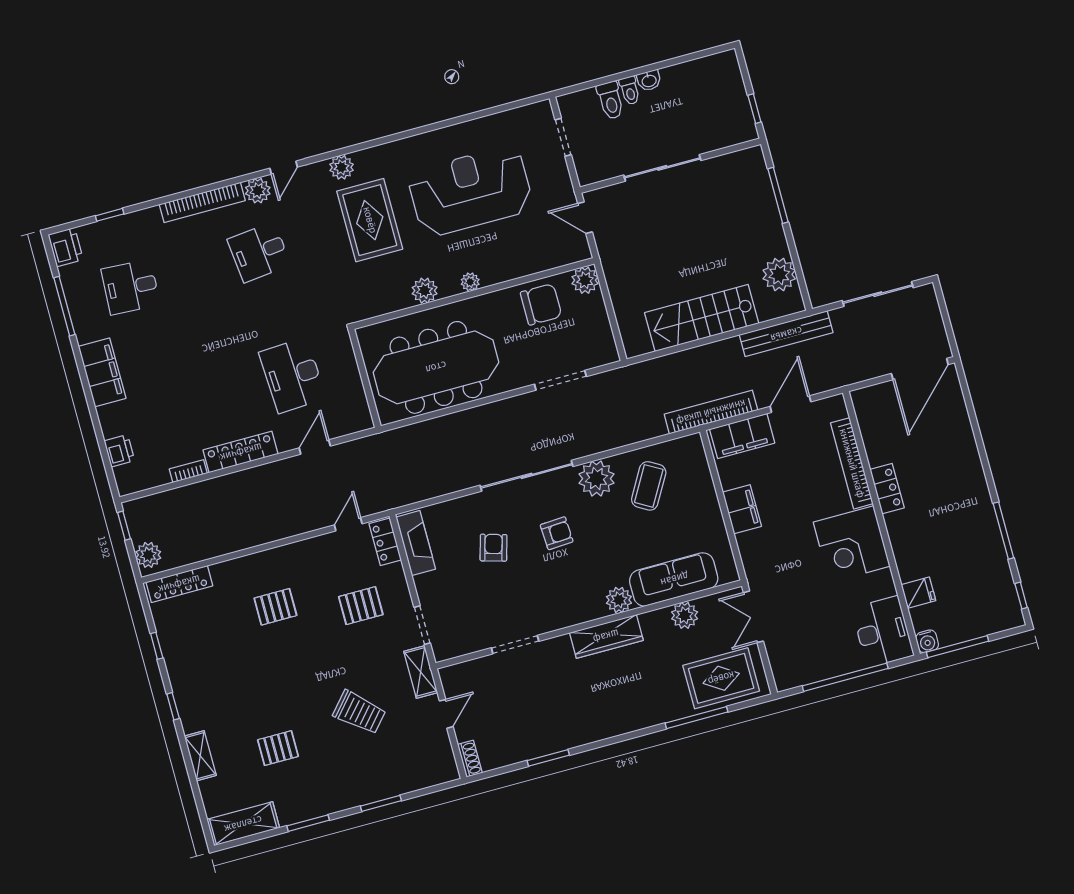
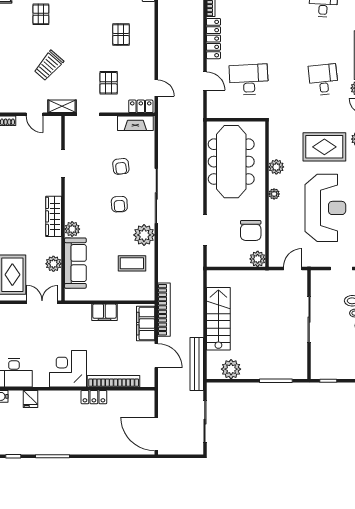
coffee table: (649, 486) -> (132, 263), turned -30
armchair: (494, 548) -> (121, 166), turned 67

